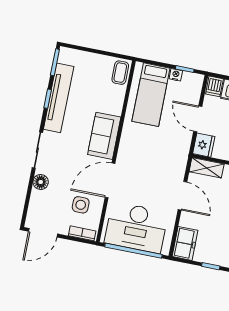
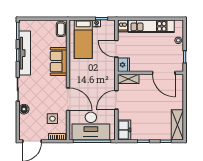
sofa: (104, 136) -> (59, 62), moved
door: (110, 180) -> (68, 99), swing flipped
door: (182, 196) -> (116, 100), swing flipped

